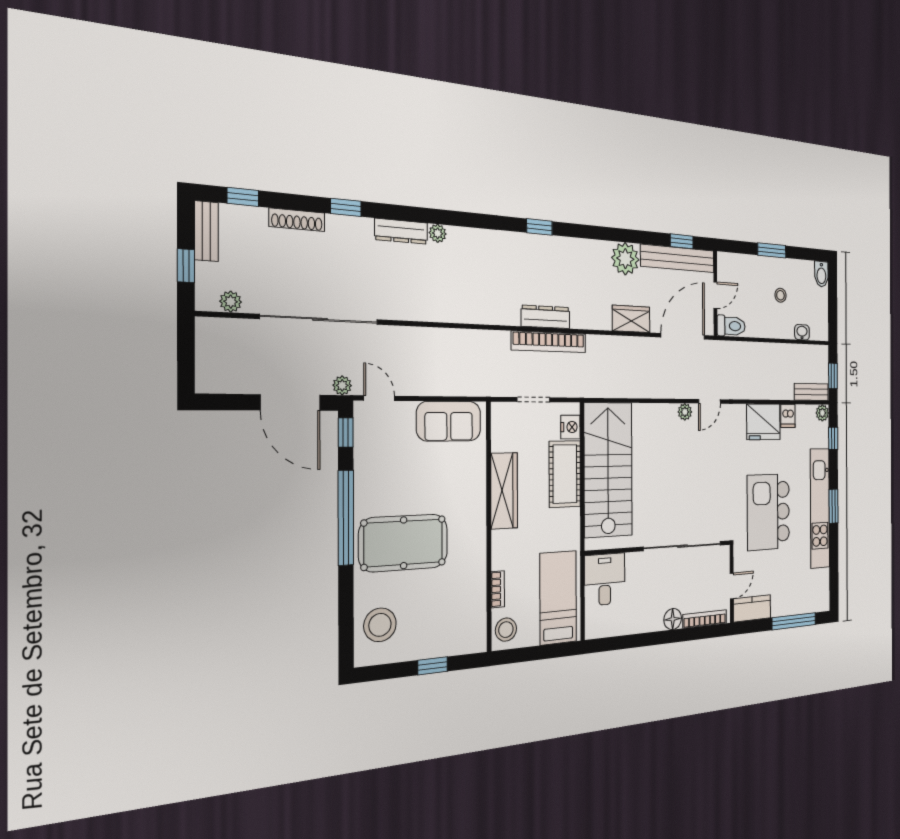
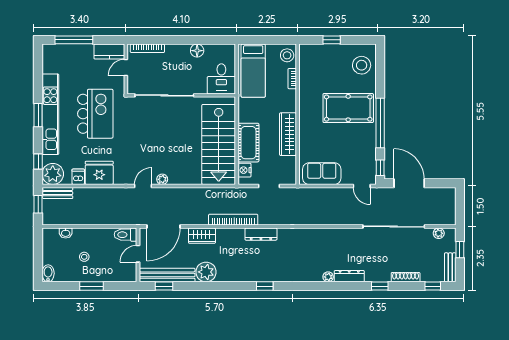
bookcase: (549, 342) -> (233, 220), moved
plant: (342, 385) -> (382, 192), removed
plant: (822, 413) -> (53, 174), width x1.87, depth x1.87
floor lamp: (673, 619) -> (197, 51), moved

